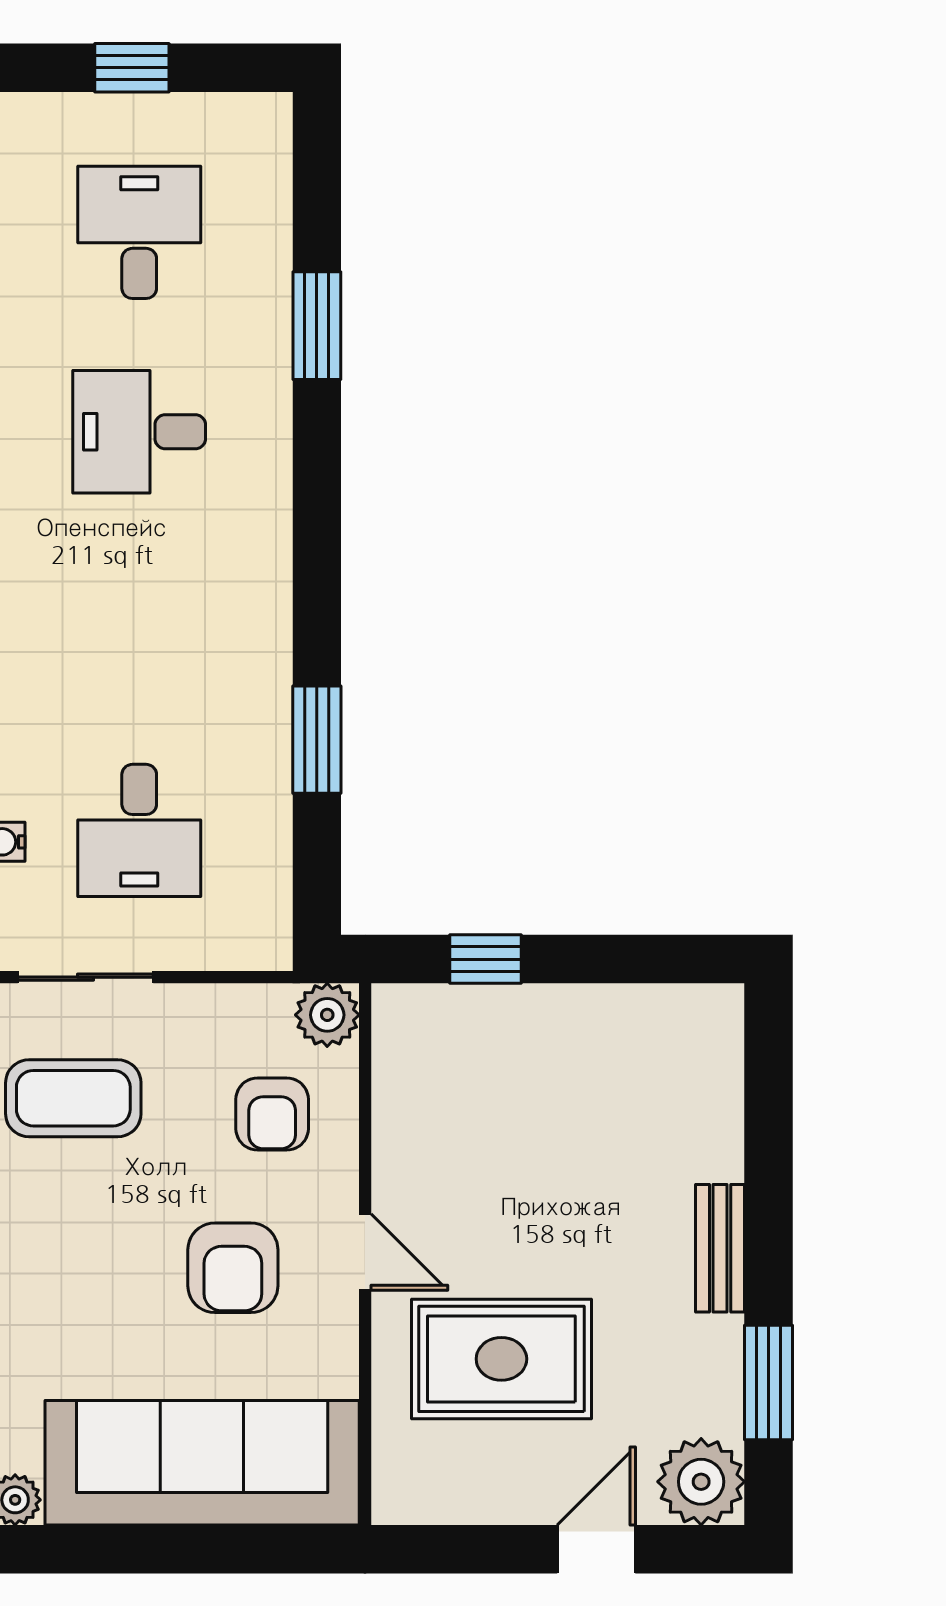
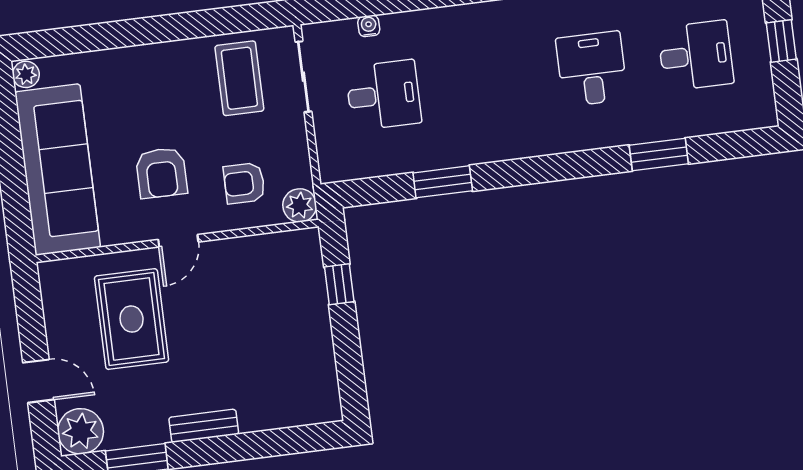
desk: (139, 830) -> (383, 95), turned 180
armchair: (233, 1268) -> (161, 173), turned -90

